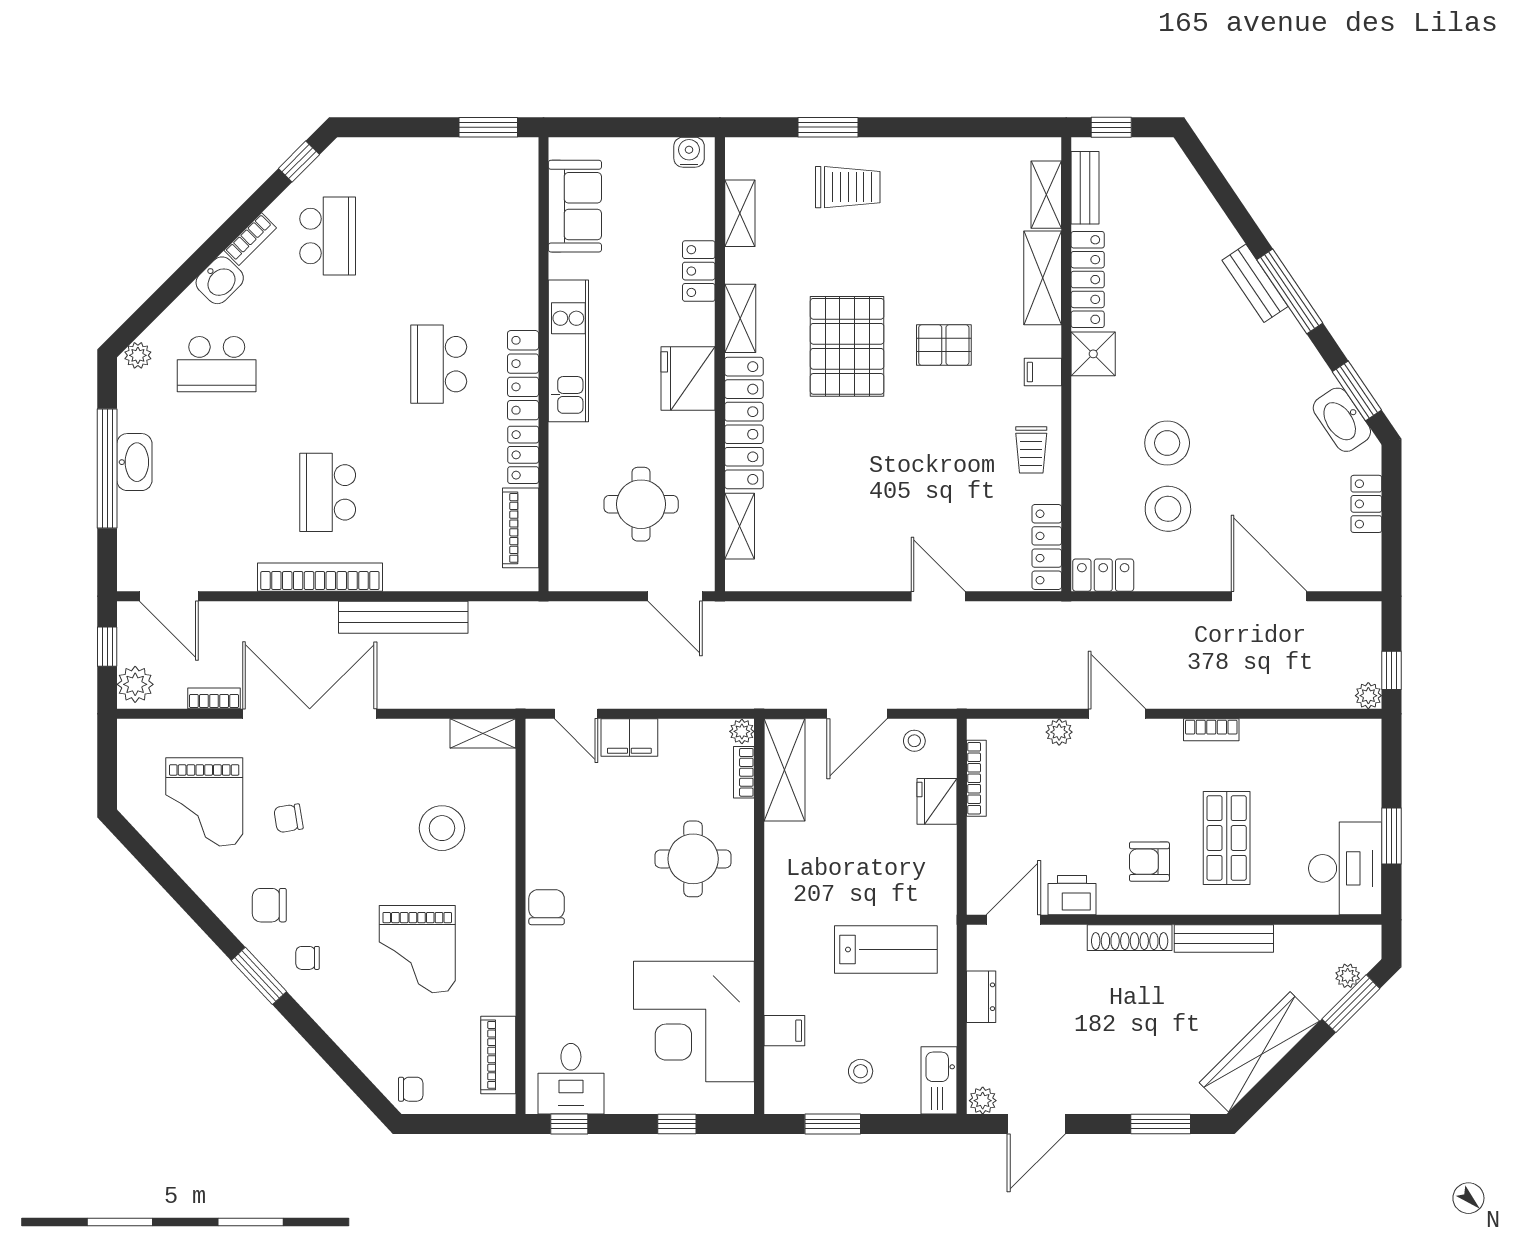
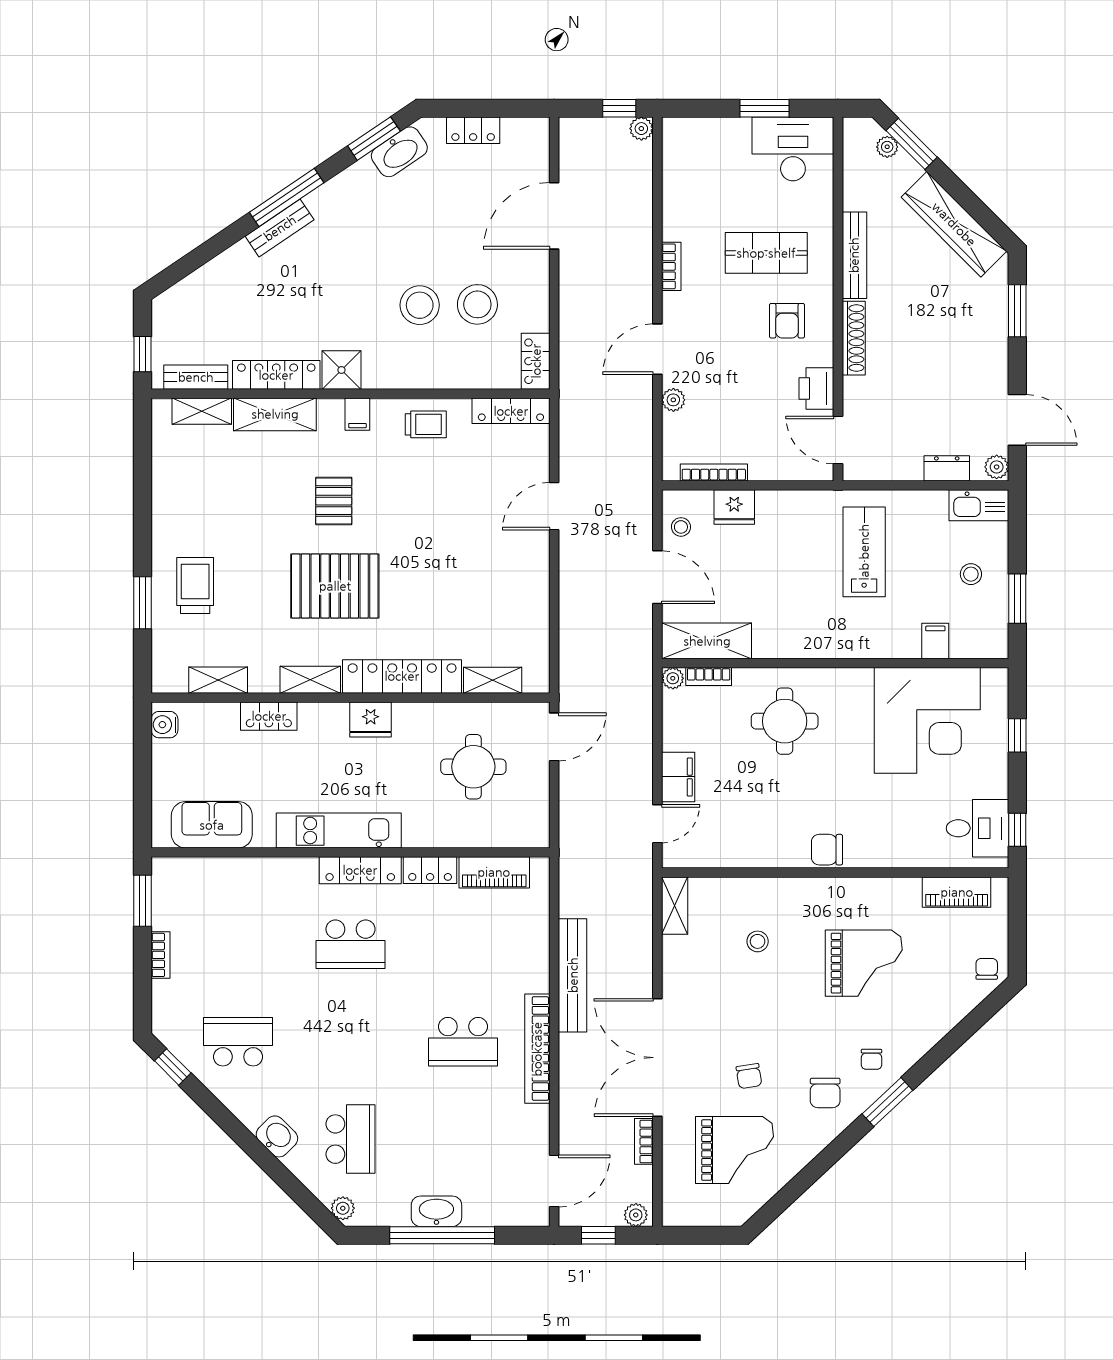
bookcase: (250, 239) -> (161, 955), moved, turned 45
fridge: (688, 379) -> (371, 720), width x0.73, depth x0.75
plant: (135, 684) -> (636, 1215), width x0.73, depth x0.73
stool: (442, 828) -> (758, 941), width x0.53, depth x0.53
dresser: (981, 997) -> (947, 468), moved

